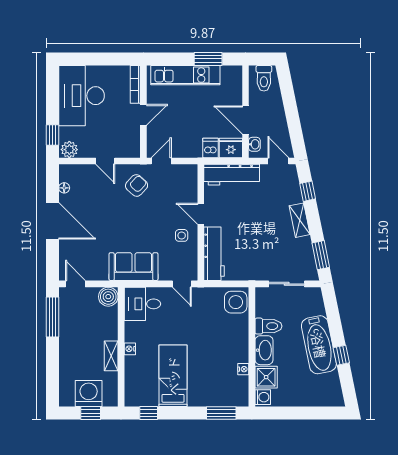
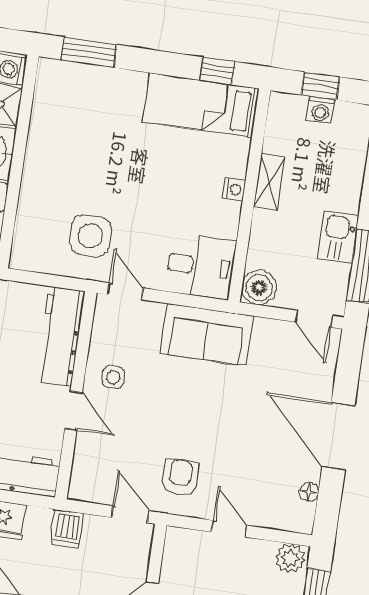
dishwasher: (211, 148) -> (67, 529), moved
door: (161, 161) -> (130, 514), swing flipped
armchair: (137, 185) -> (180, 477), turned 137
side table: (236, 302) -> (90, 236), moved
kitchen sink: (69, 331) -> (338, 237), added
nightstand: (243, 369) -> (39, 124), removed
bed: (173, 376) -> (201, 105), moved, turned 90
washing machine: (89, 393) -> (321, 110), width x0.53, depth x0.53

